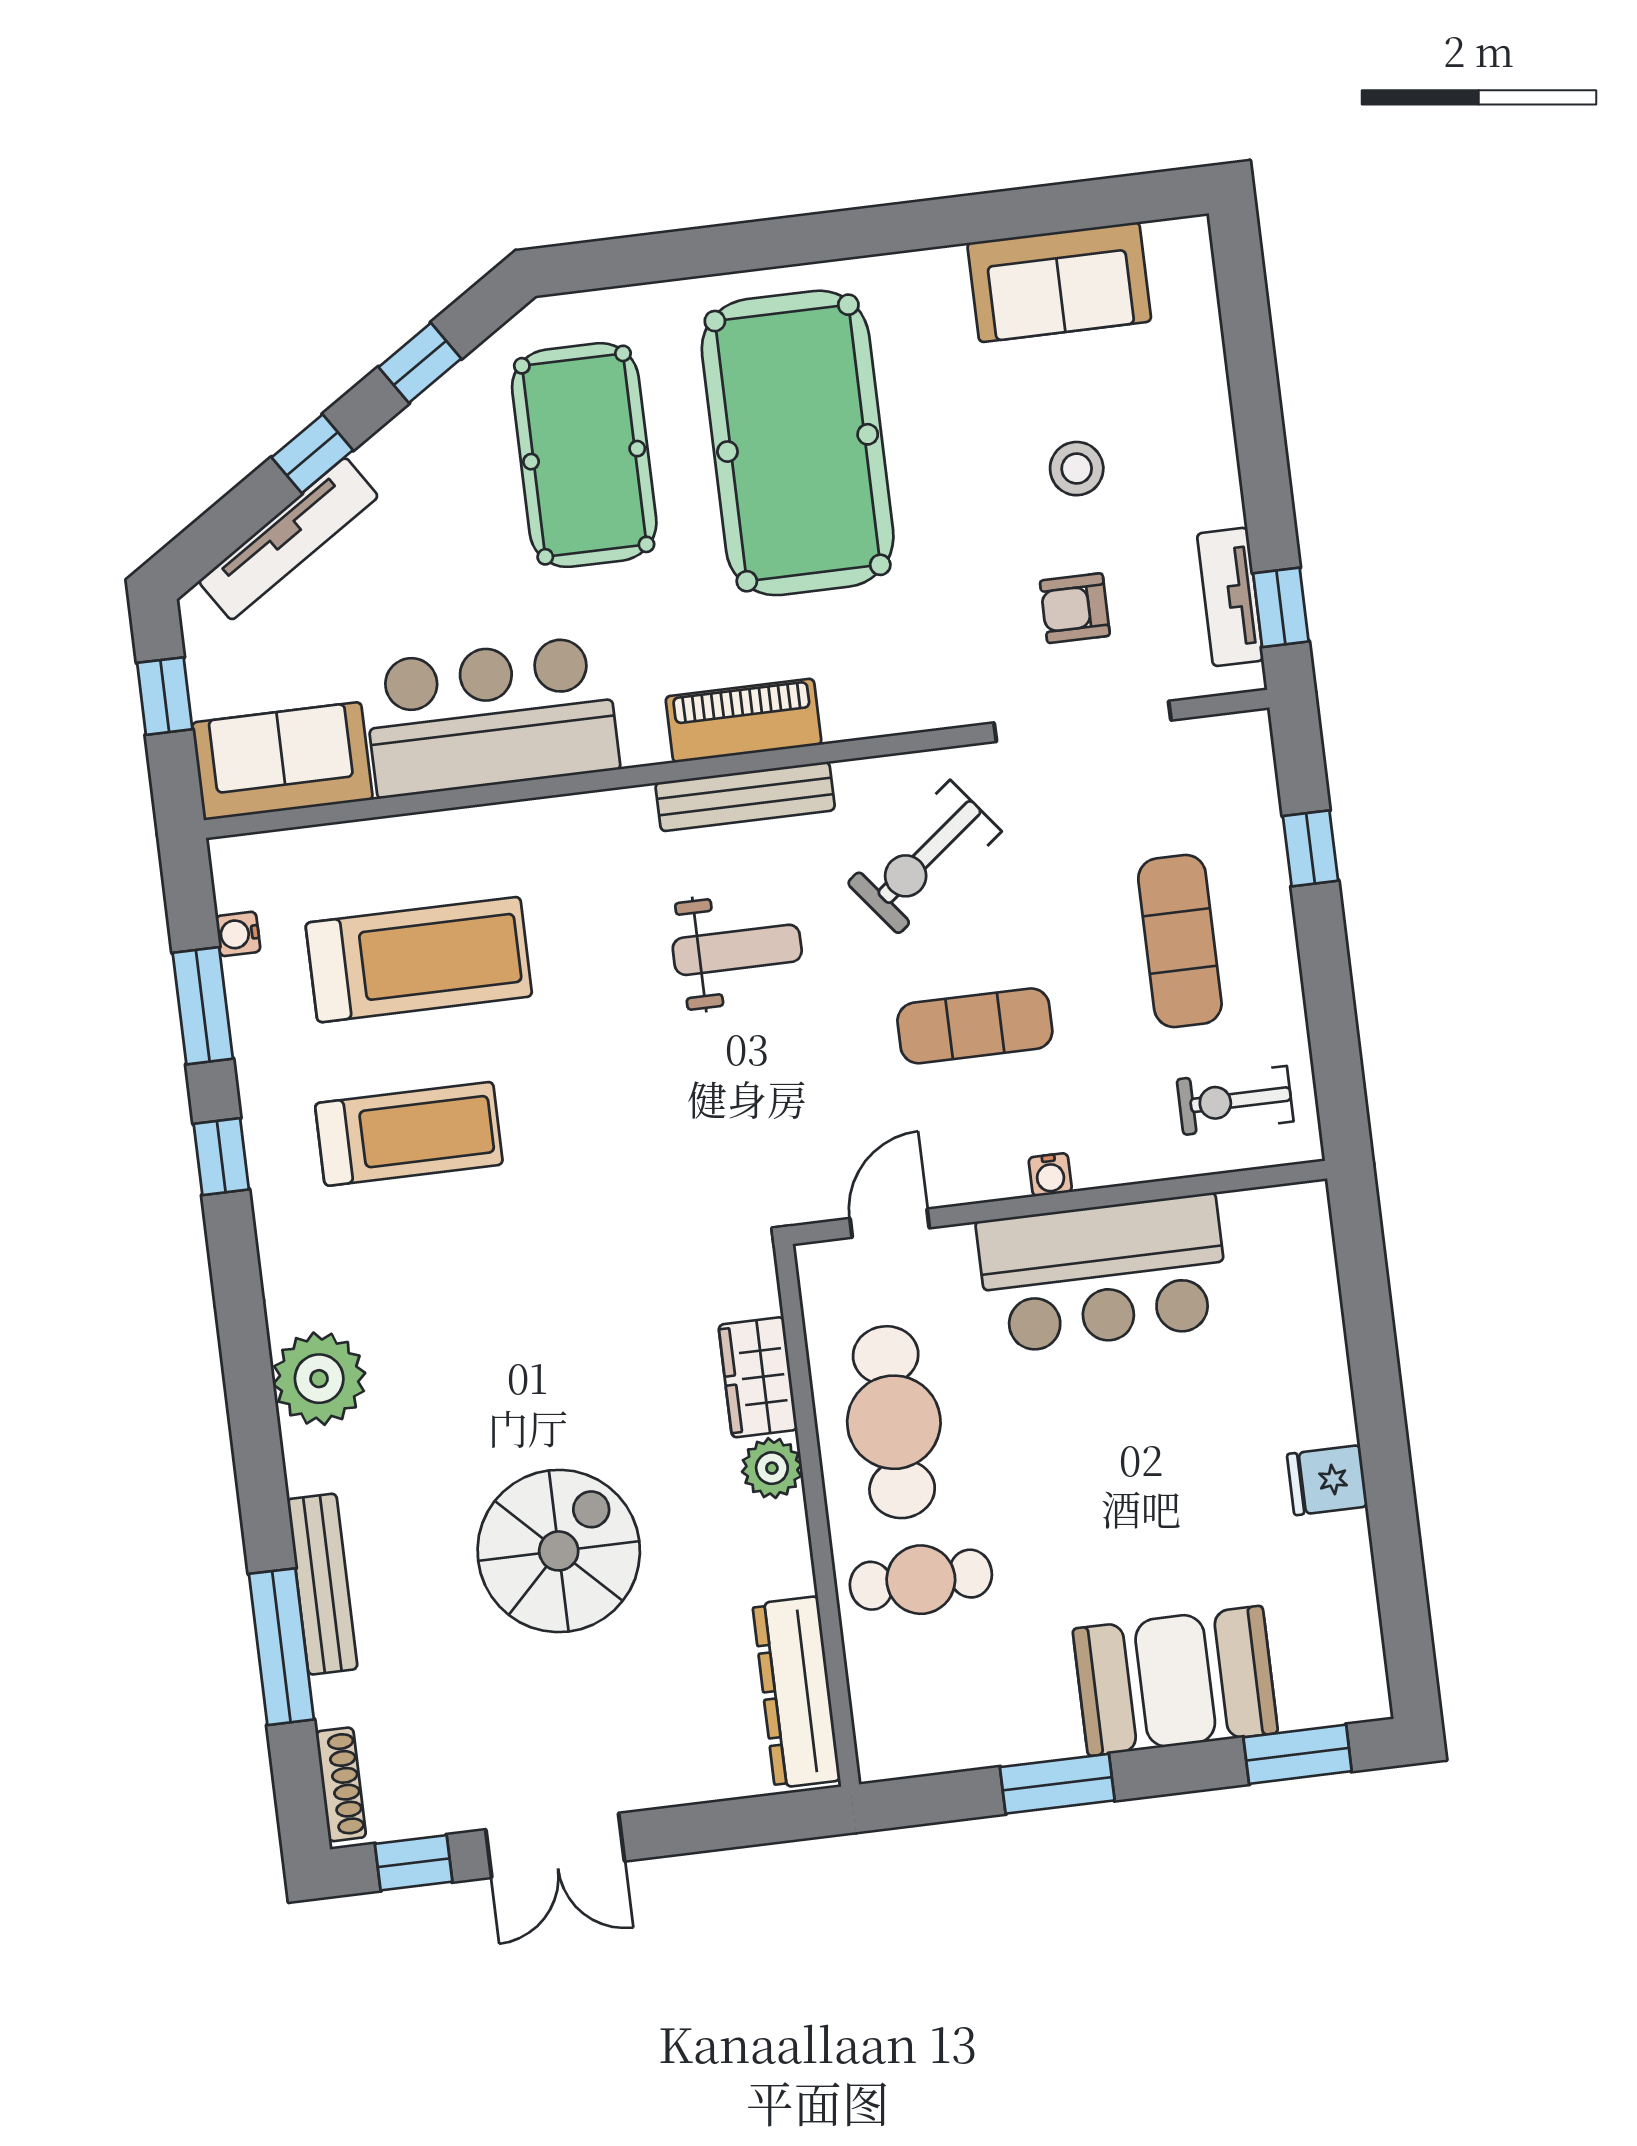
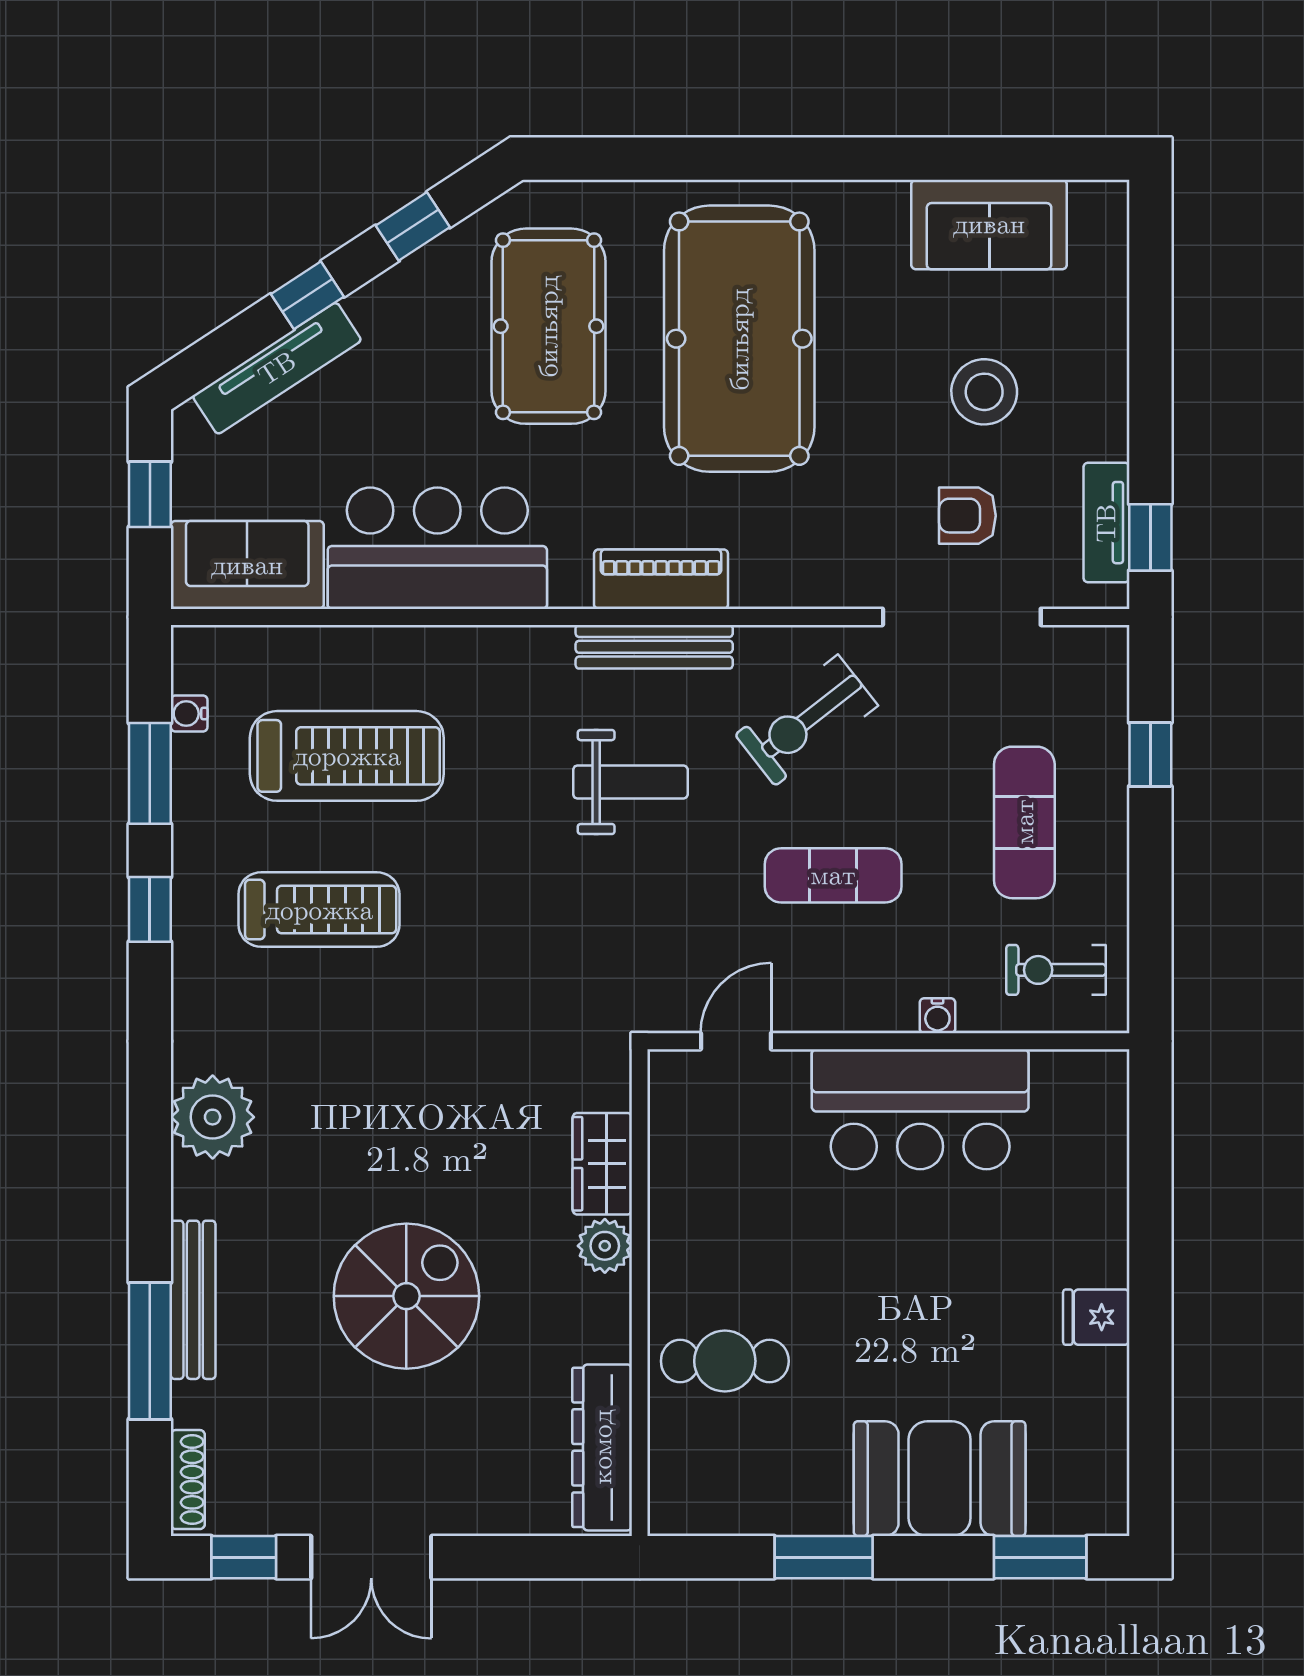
stool: (1077, 469) -> (984, 392), width x1.38, depth x1.38
water cooler: (1050, 1175) -> (937, 1016), moved
cafe table: (894, 1422) -> (718, 1218), removed

